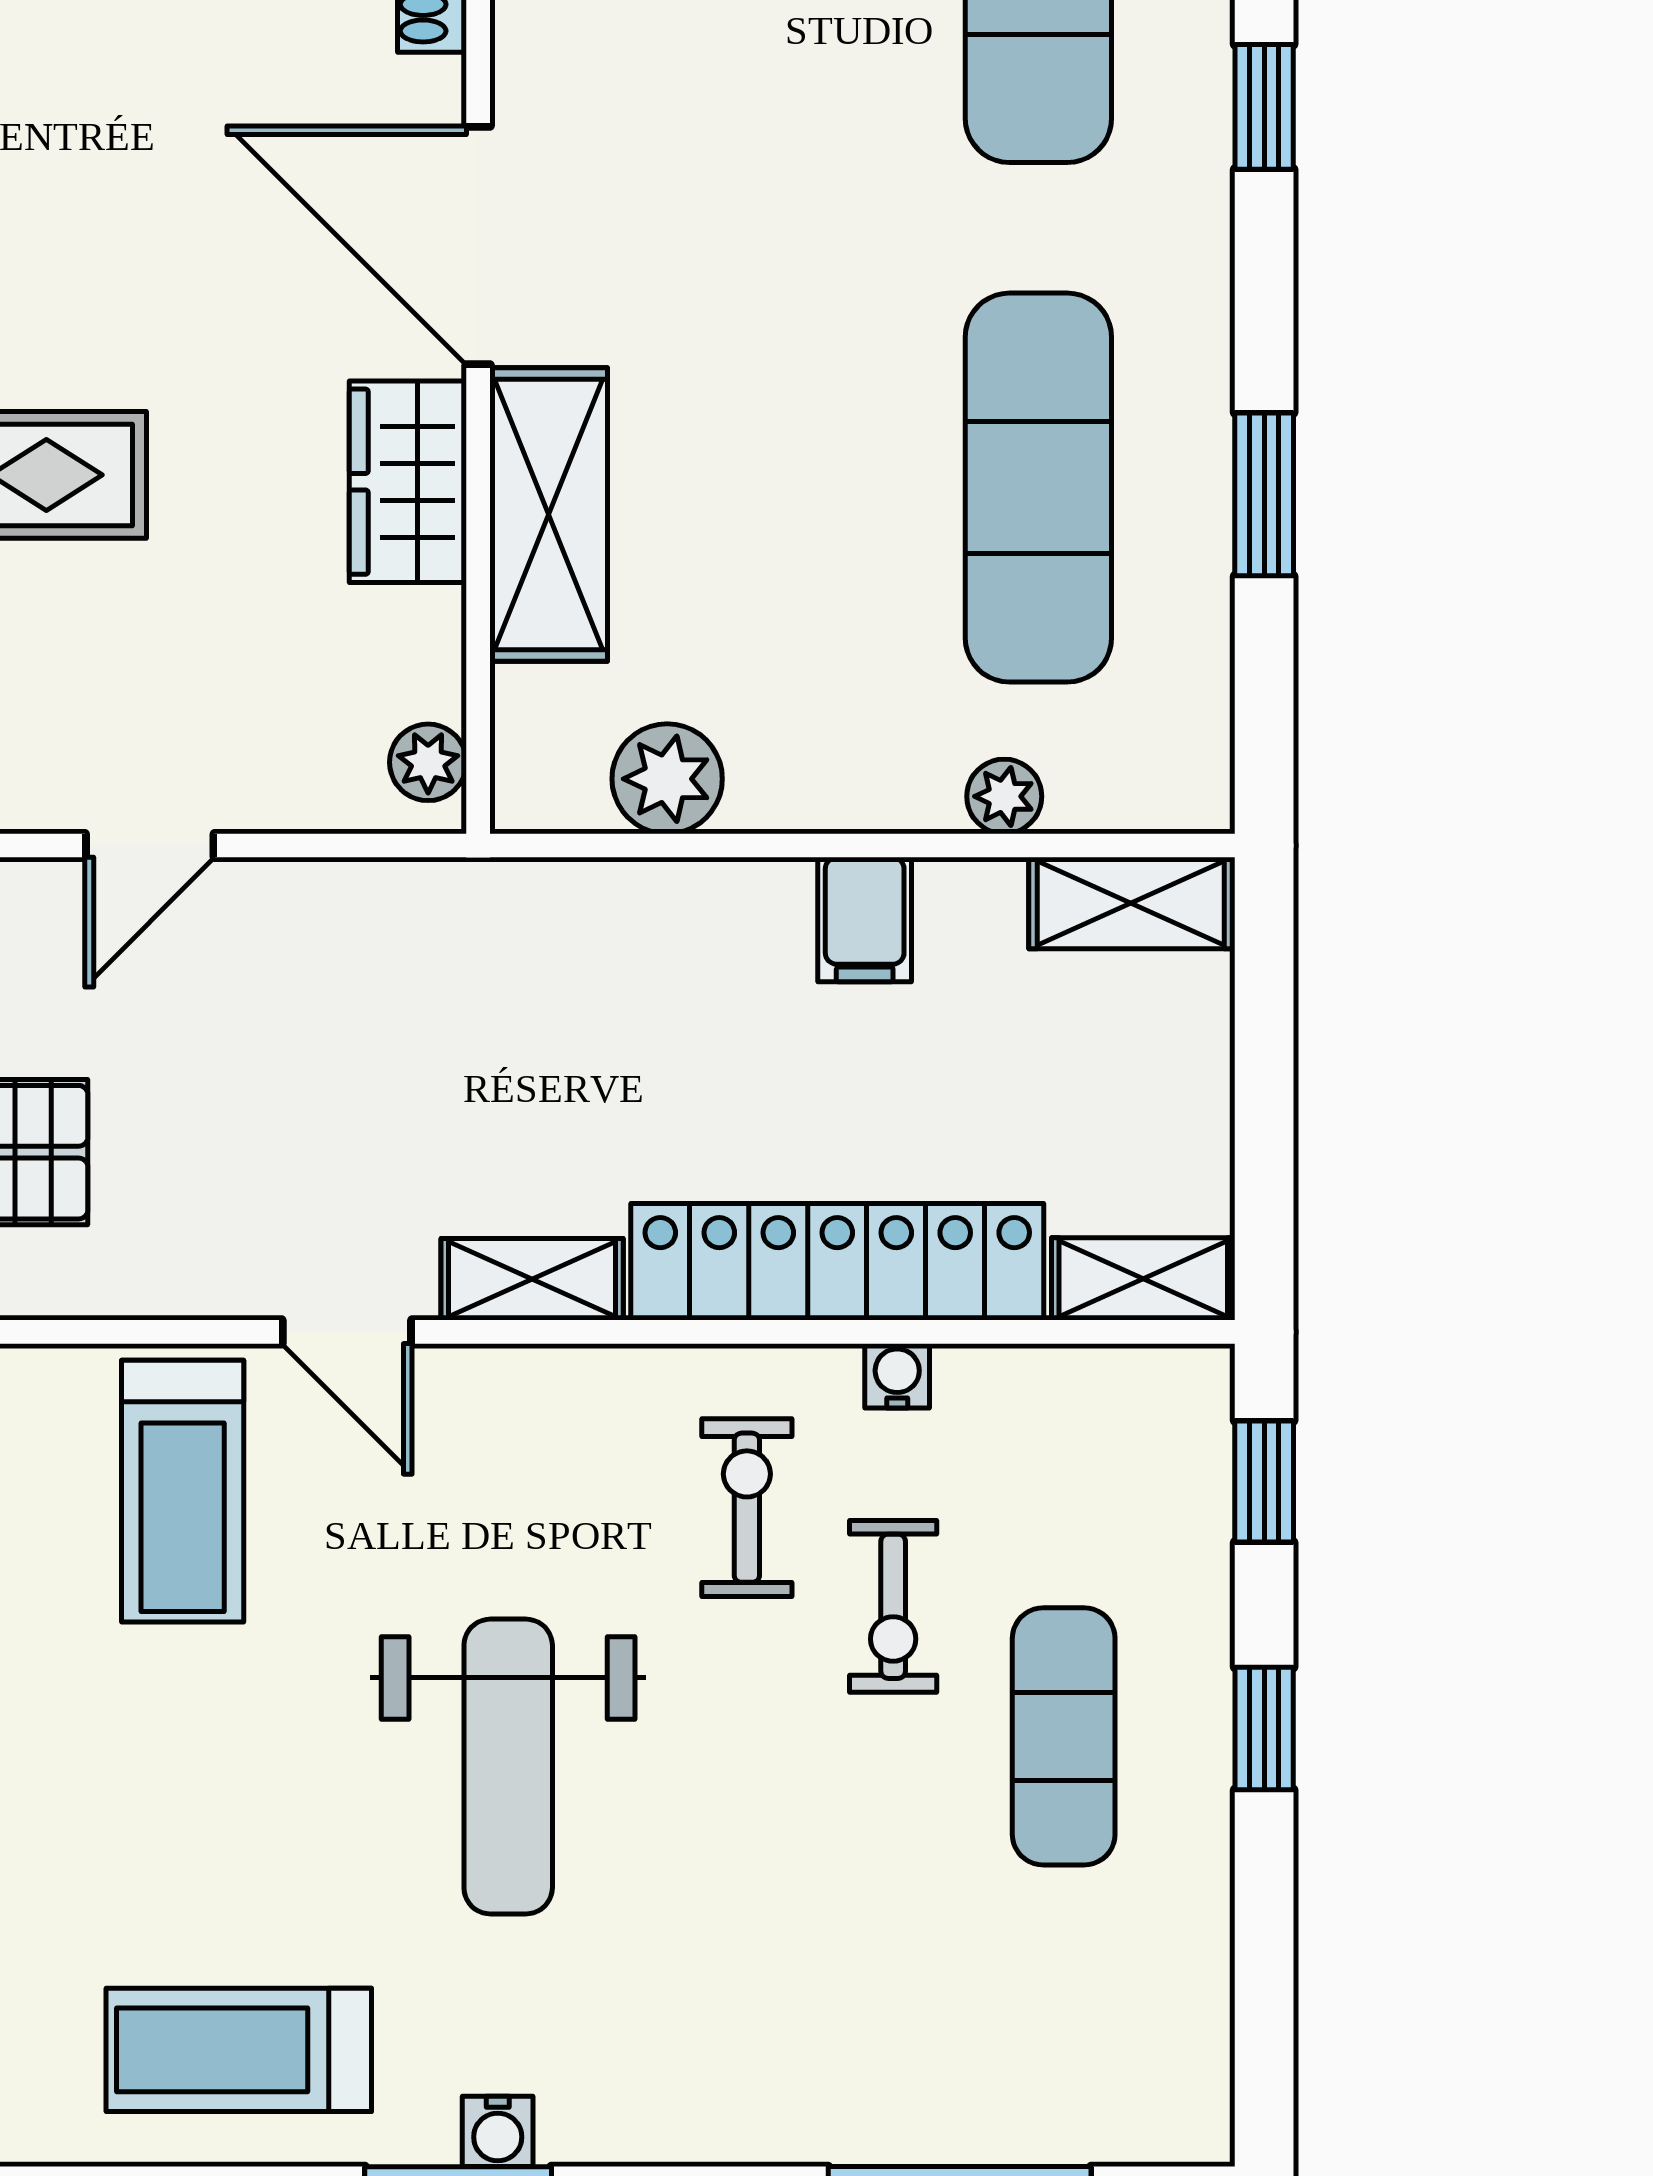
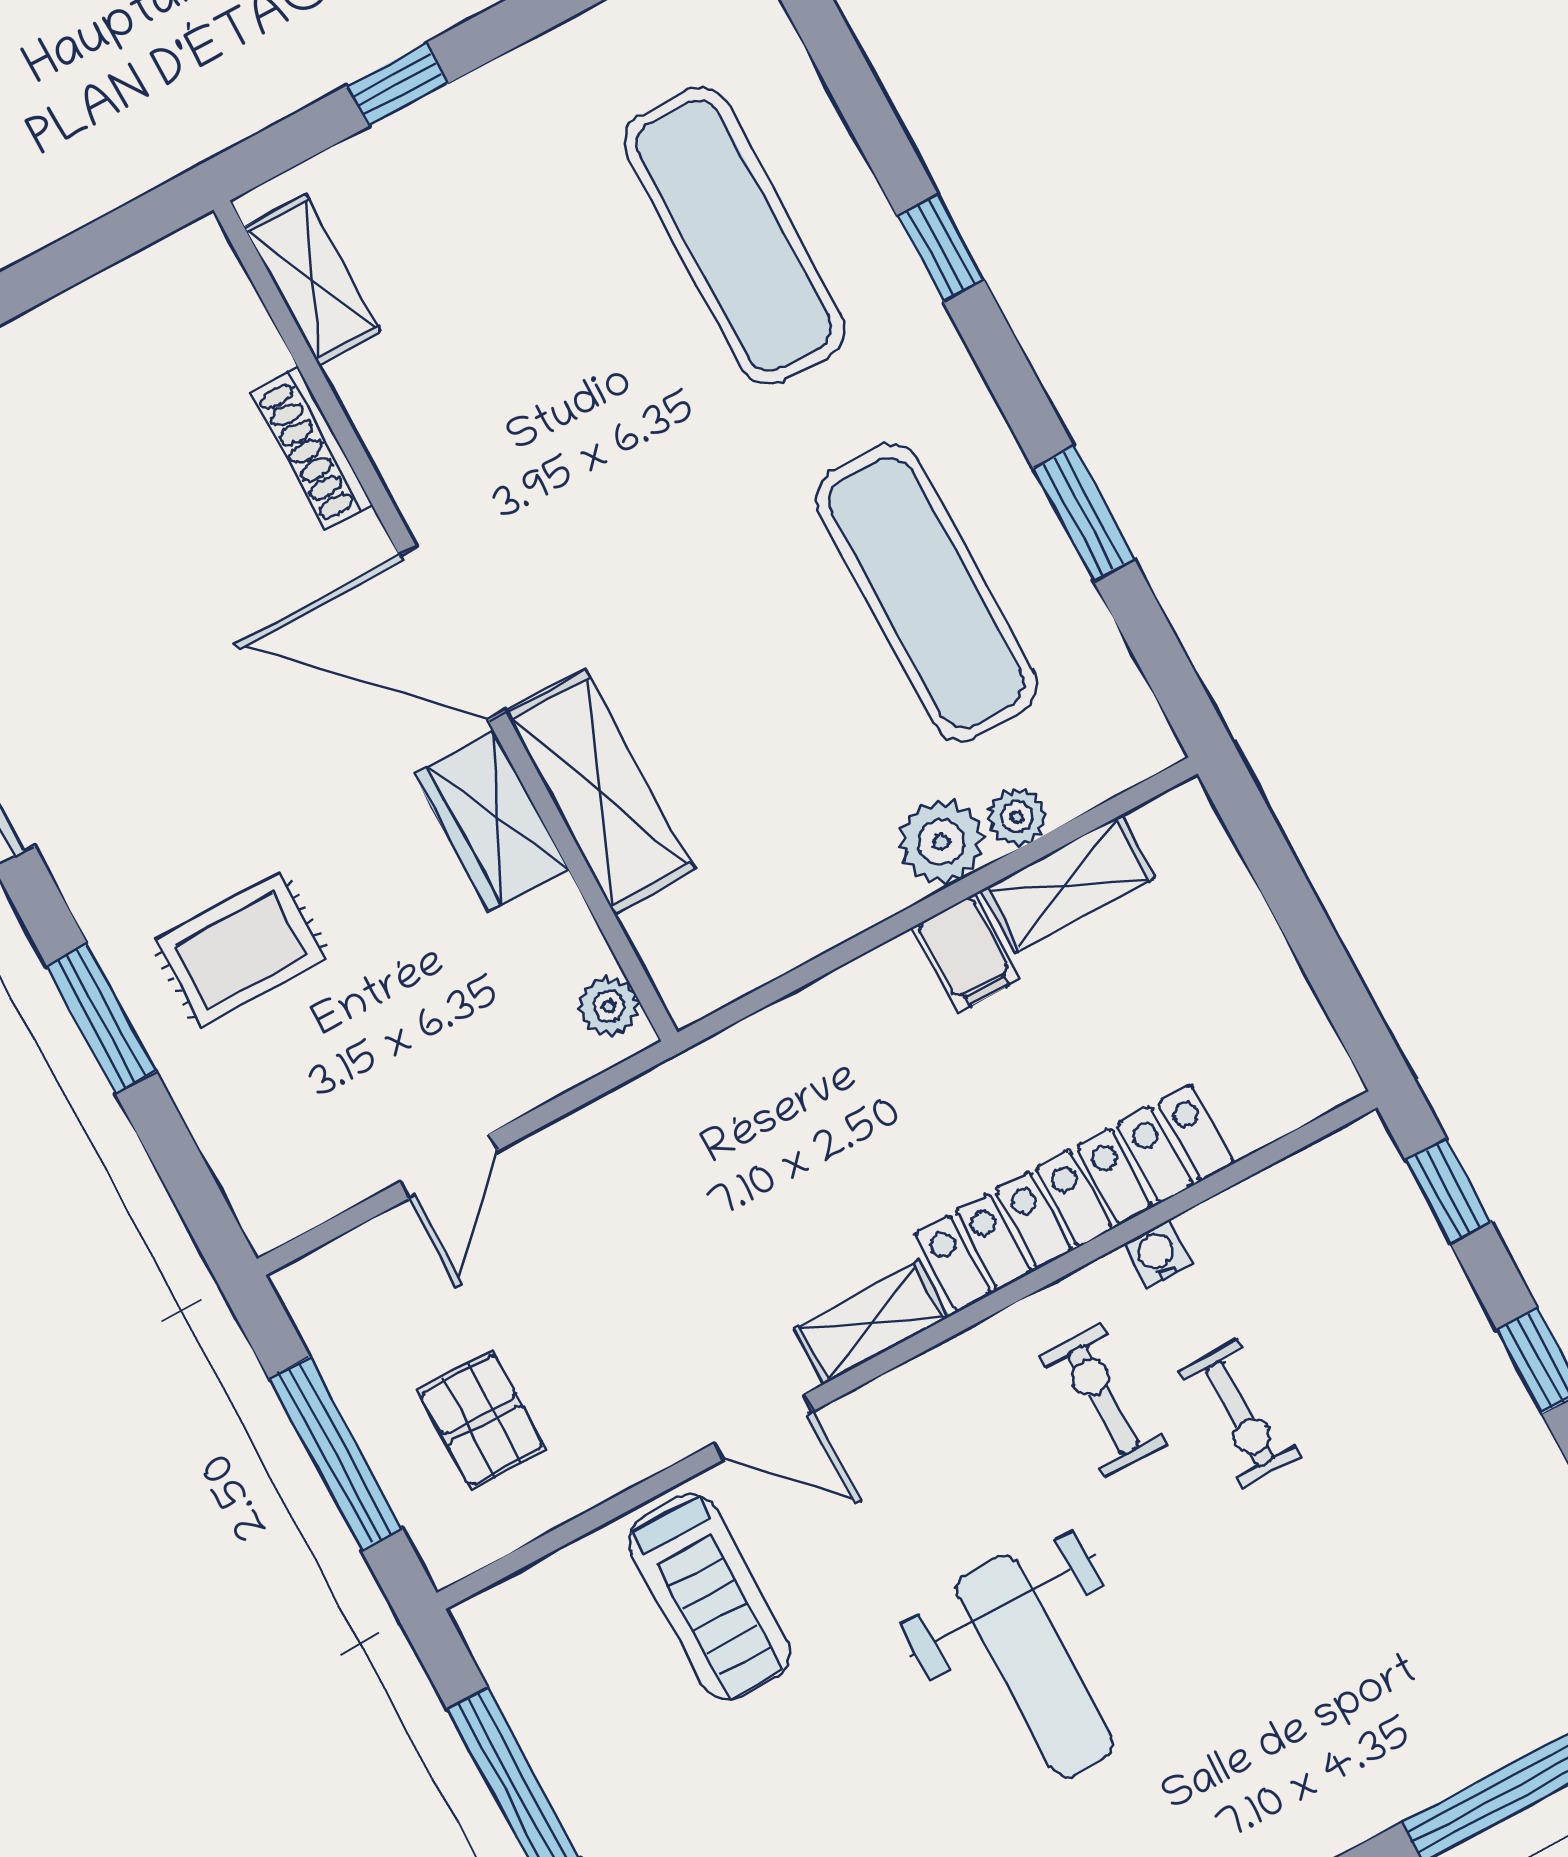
plant: (667, 779) -> (941, 842), moved
shelving: (1131, 903) -> (1068, 884), moved
shelving: (1143, 1279) -> (1291, 1097), removed
exercise mat: (1064, 1736) -> (1405, 1440), removed

